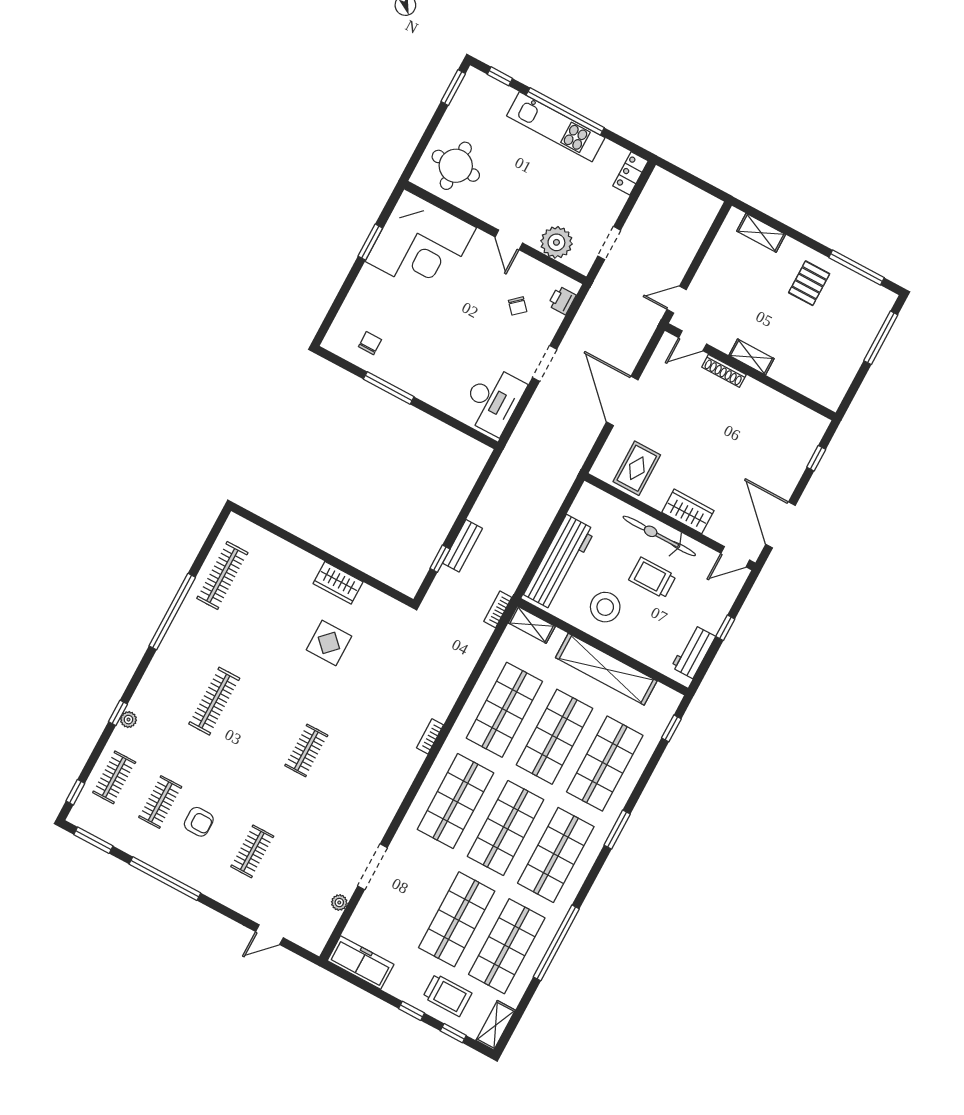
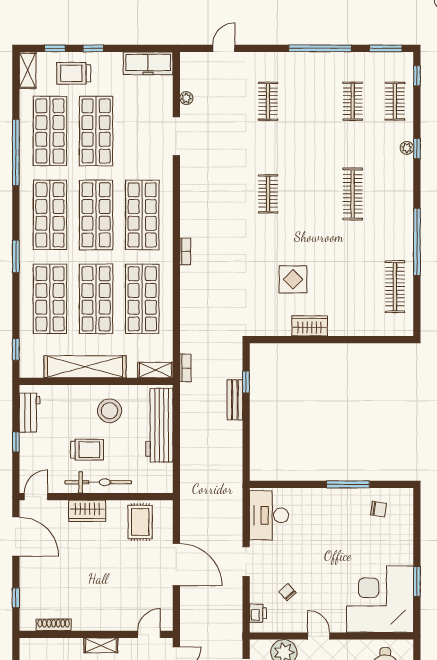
chair: (370, 343) -> (378, 509), turned -82
shoe rack: (724, 371) -> (54, 625), moved
armchair: (199, 822) -> (318, 102), removed

